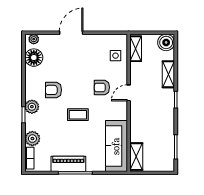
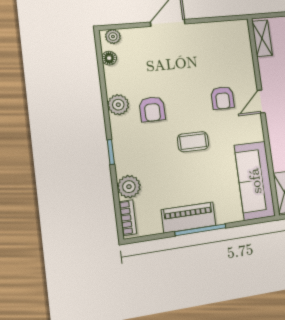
side table: (115, 56) -> (235, 50), removed
floor lamp: (34, 58) -> (109, 58), width x0.53, depth x0.53
armchair: (102, 87) -> (222, 98), turned -90
armchair: (54, 90) -> (152, 109), turned -90
plant: (32, 107) -> (118, 105), moved

